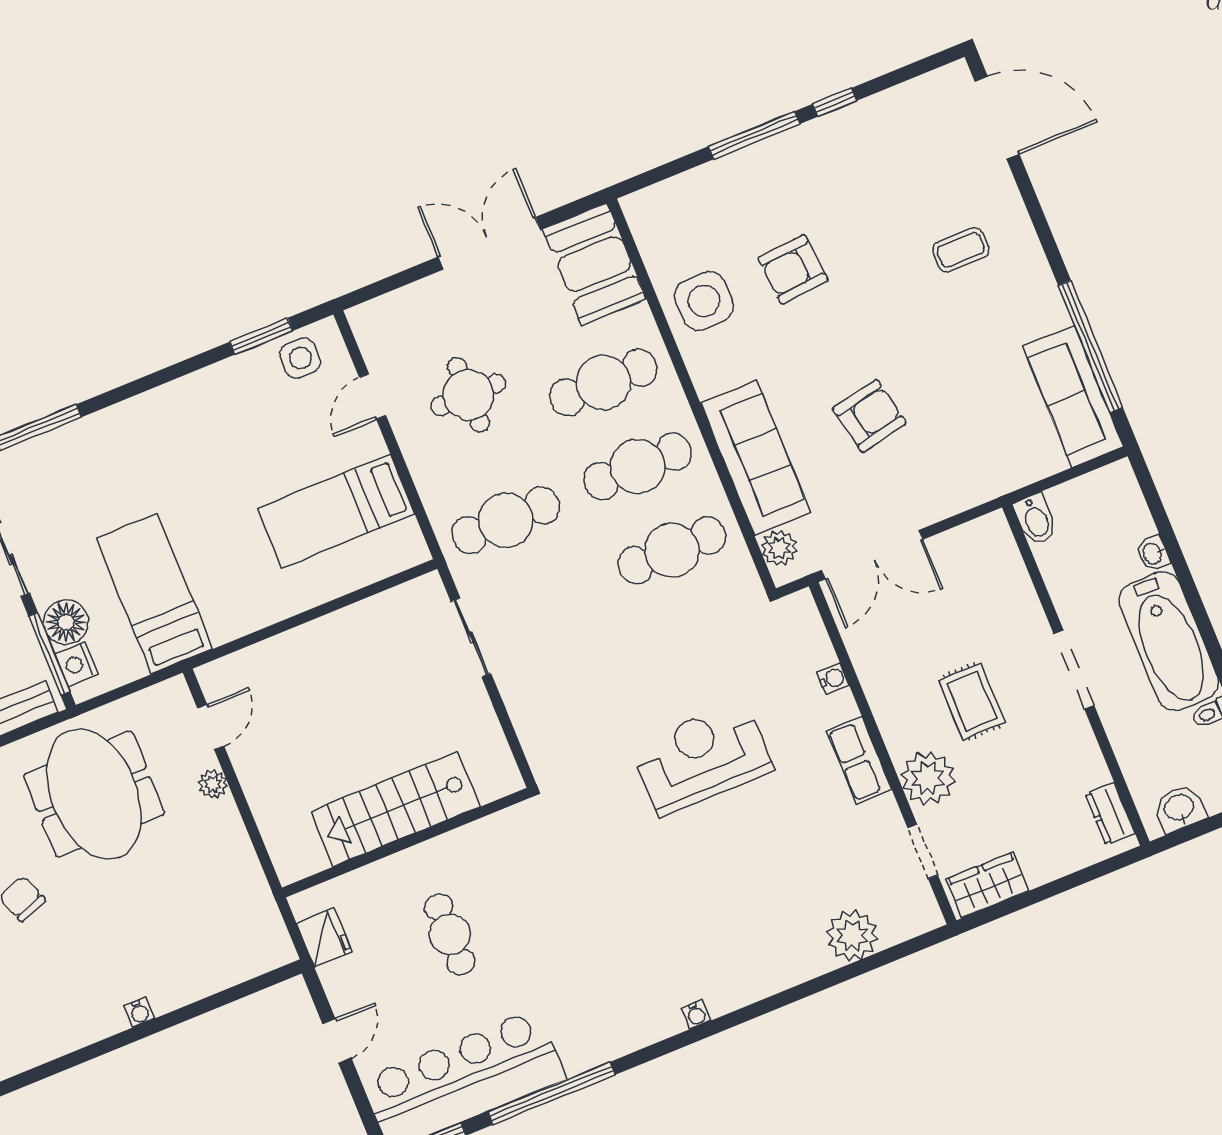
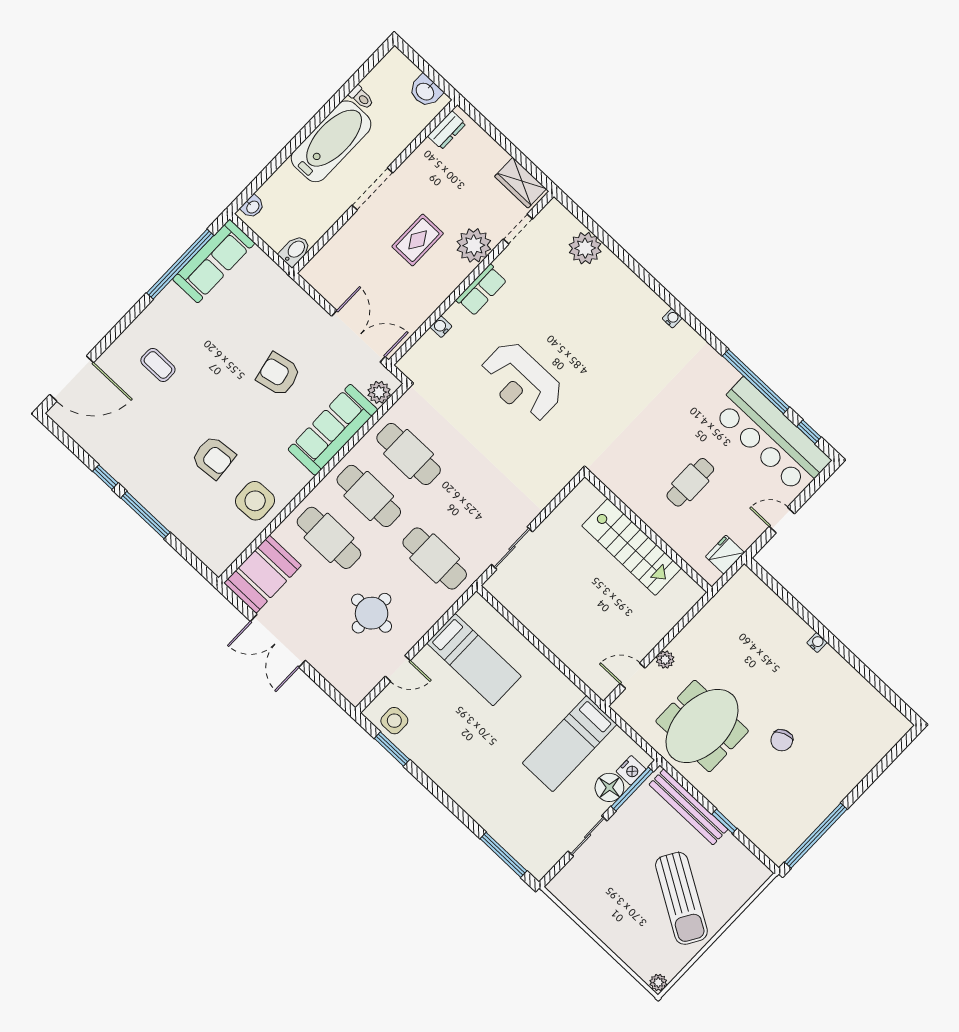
door: (997, 118) -> (72, 378), swing flipped
washbasin: (1153, 553) -> (252, 207), moved

